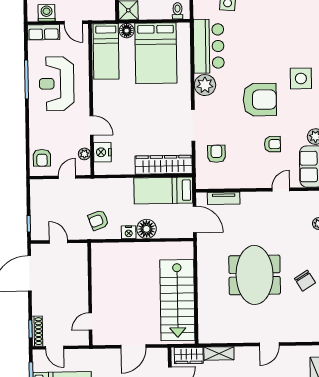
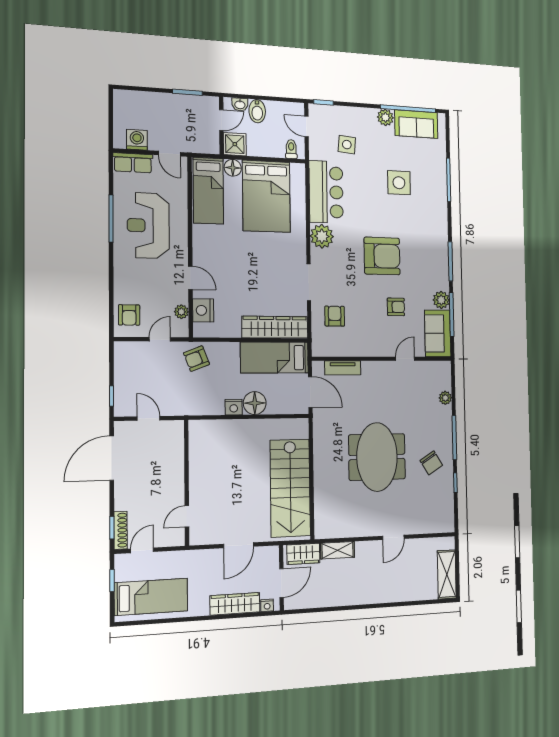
side table: (301, 78) -> (399, 183), moved
armchair: (98, 220) -> (197, 359), moved
door: (55, 348) -> (142, 550), swing flipped

